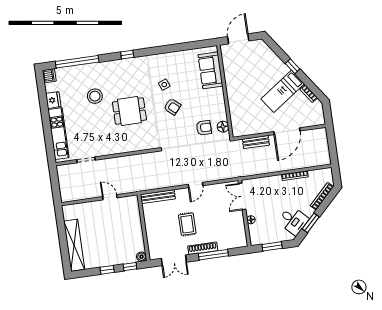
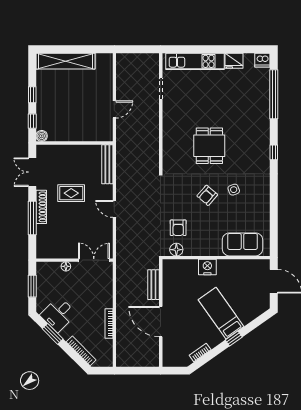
bed: (283, 91) -> (221, 313), moved
stool: (95, 96) -> (232, 109), removed
nightstand: (234, 98) -> (207, 267), added

